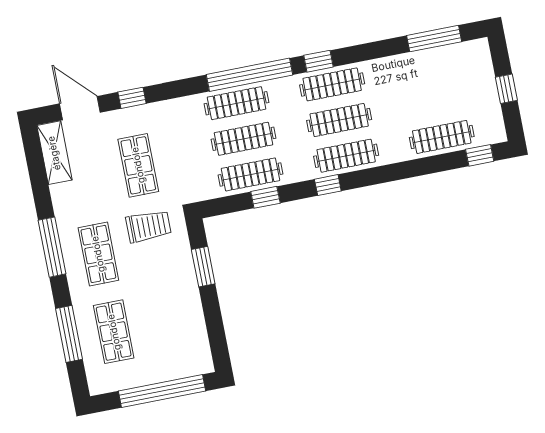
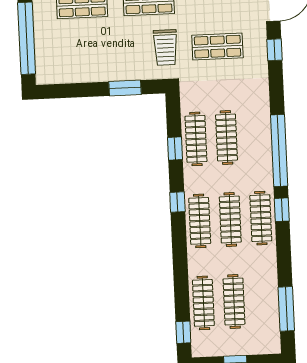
clothes rail: (236, 103) -> (234, 302), moved

